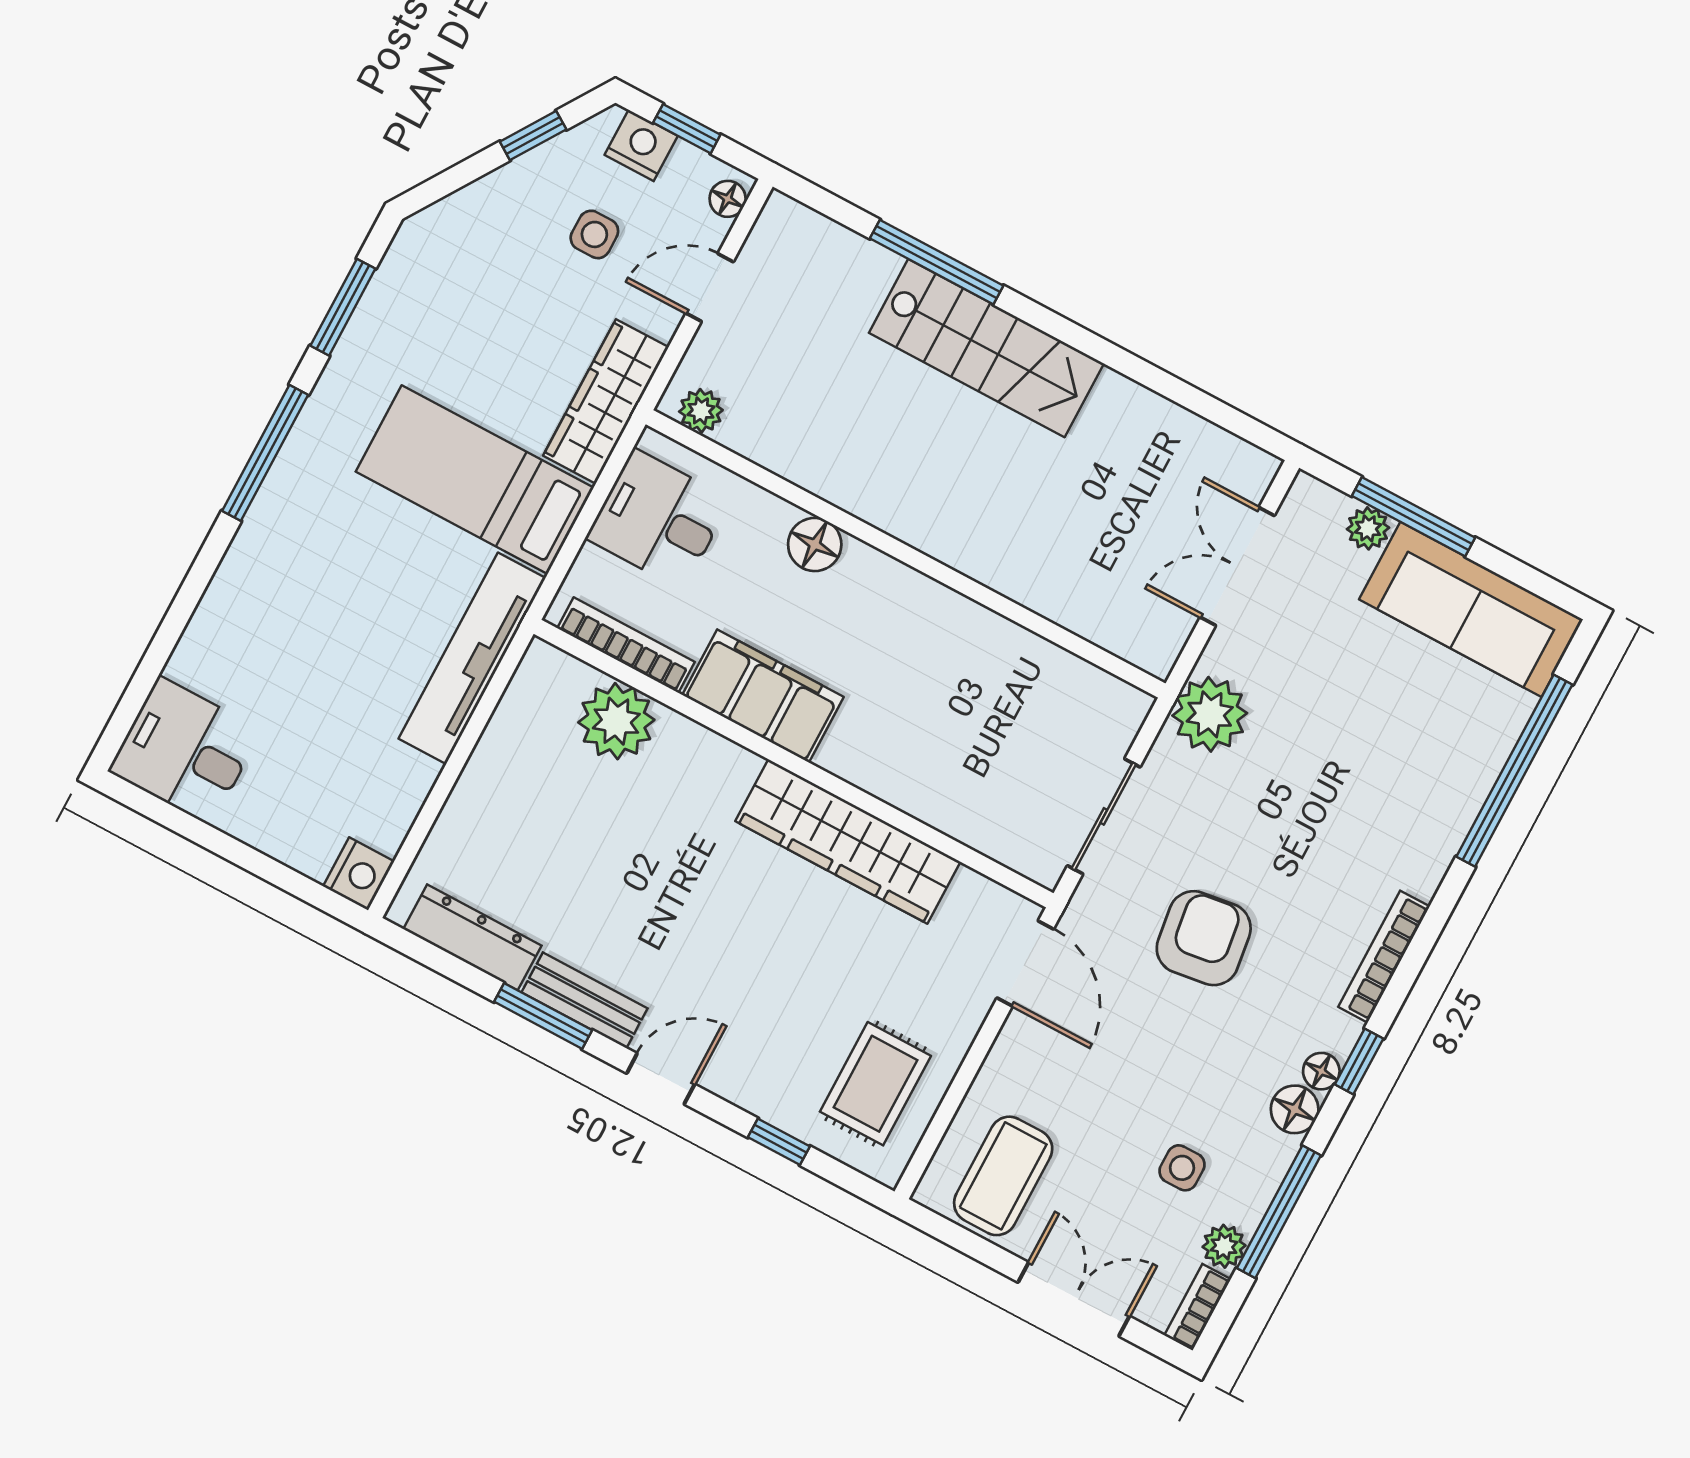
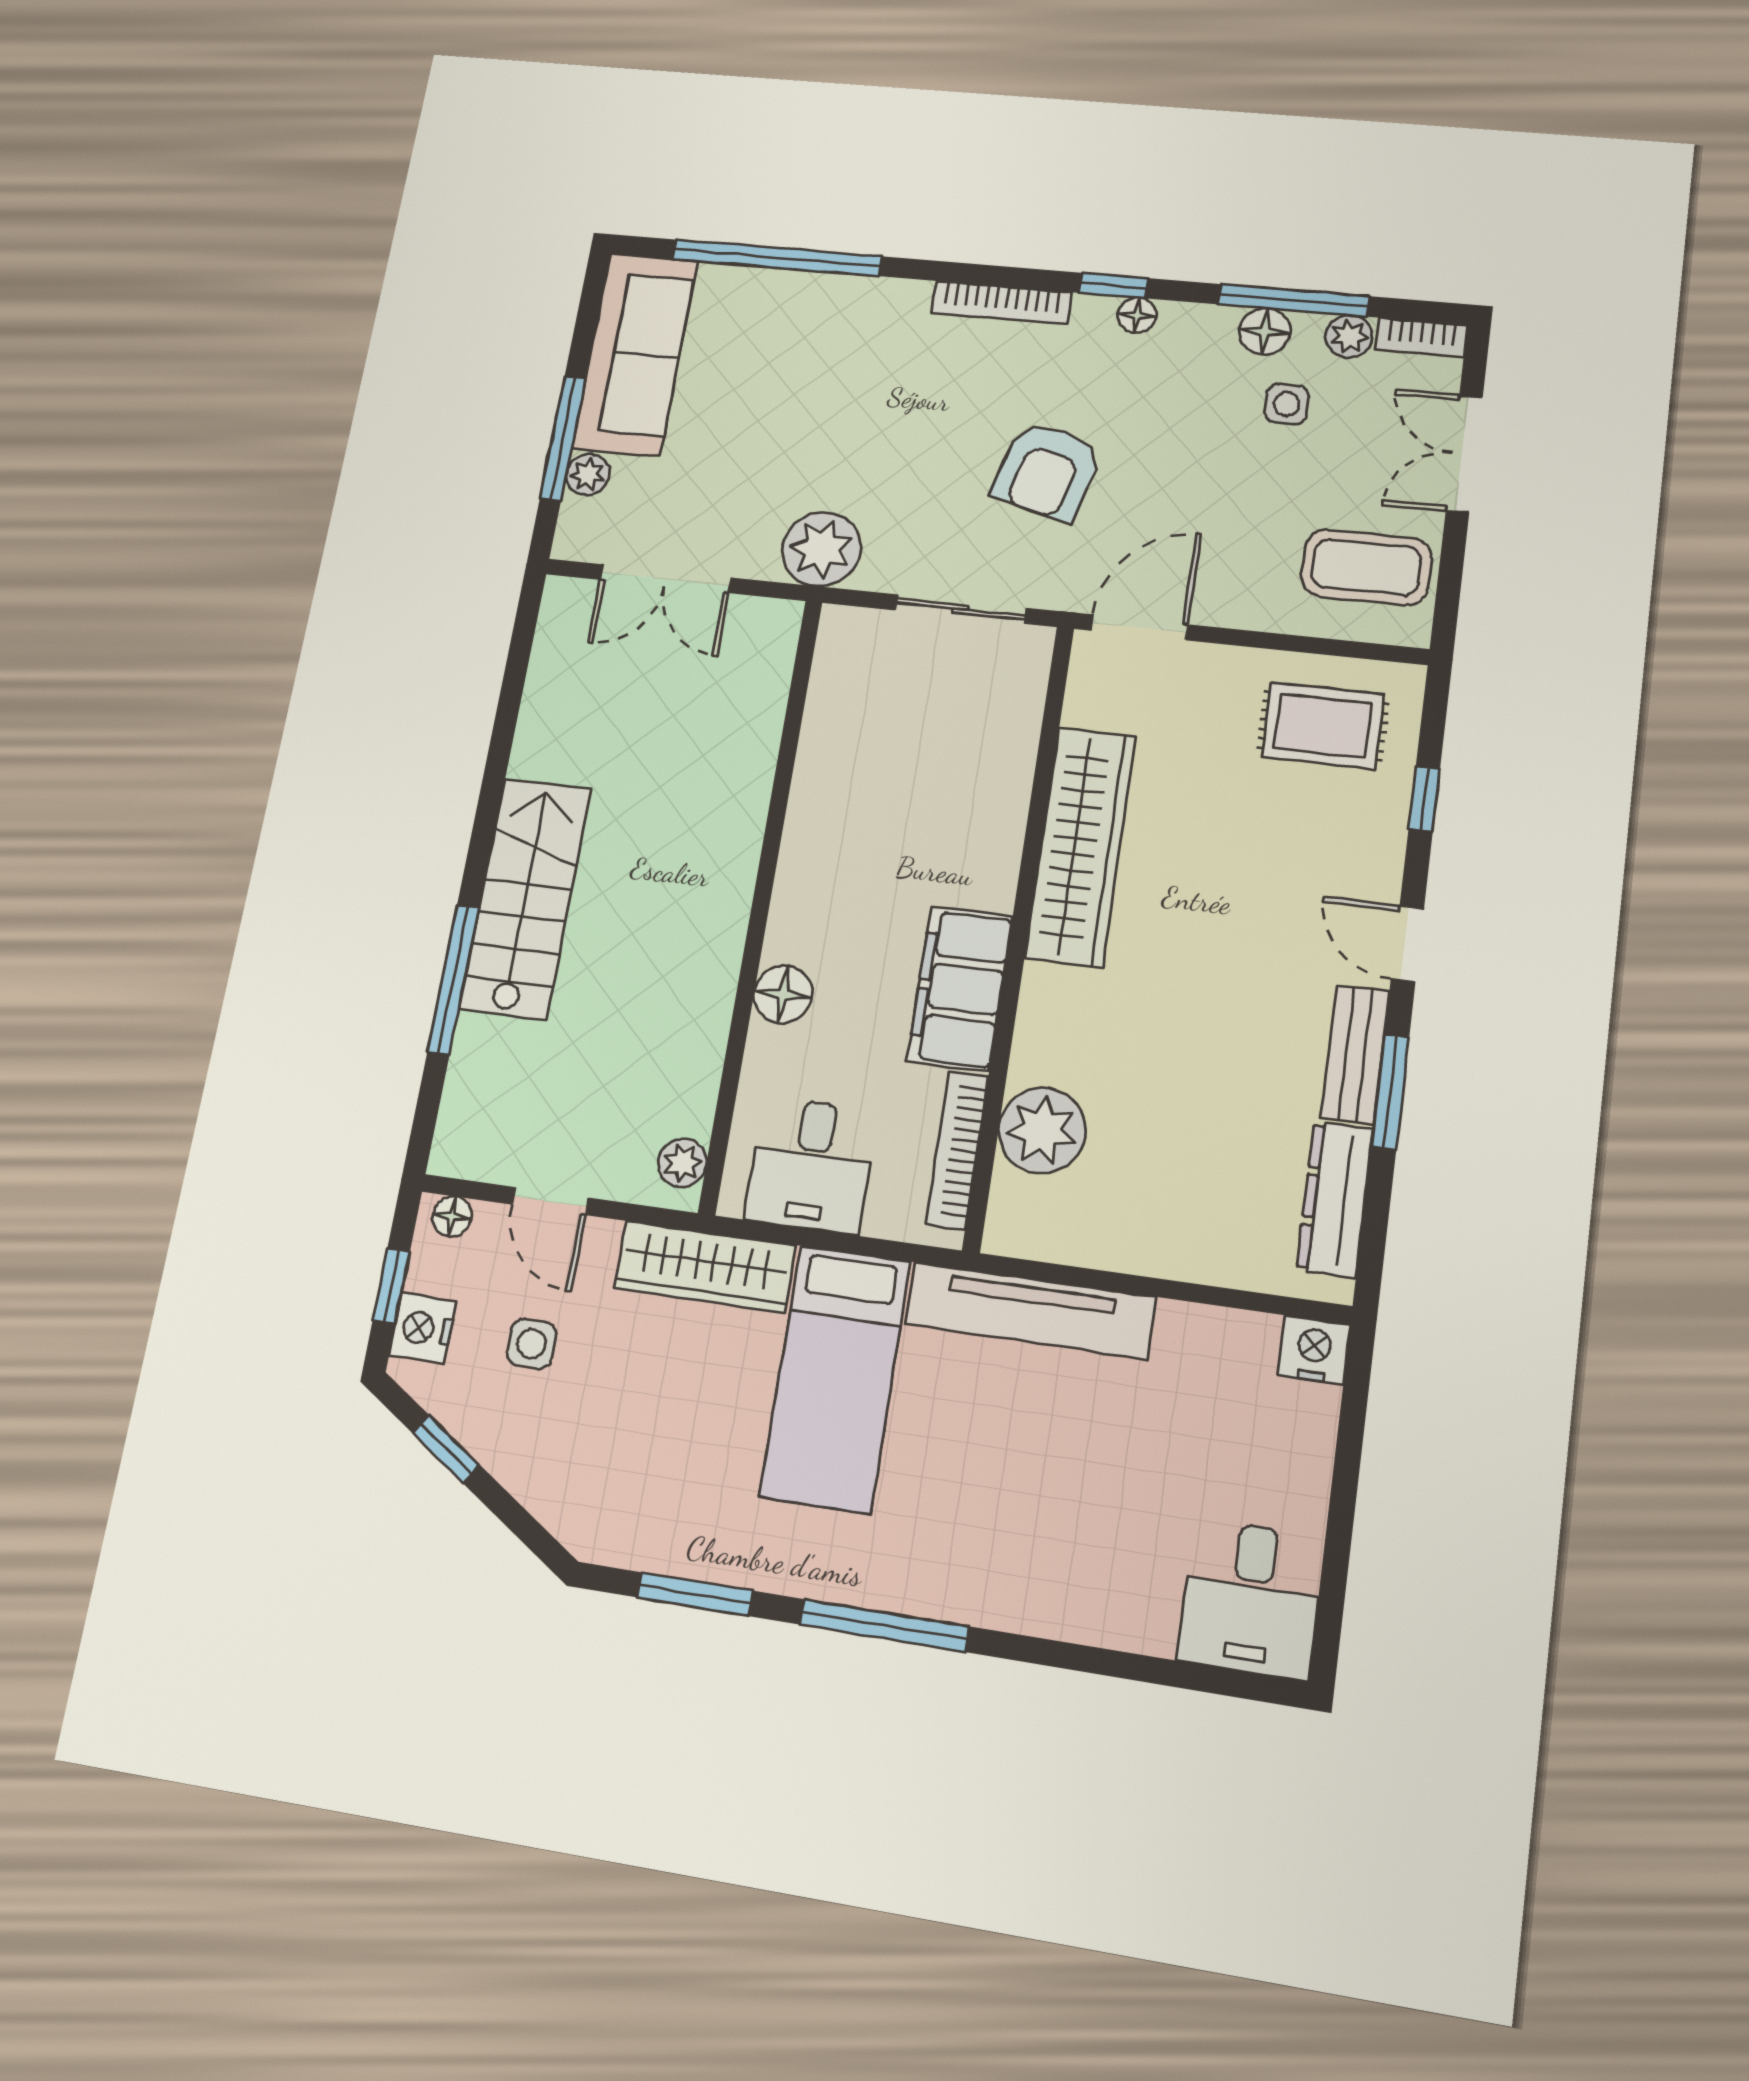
armchair: (1204, 938) -> (1047, 471), turned -67
floor lamp: (1295, 1109) -> (1265, 331), moved

